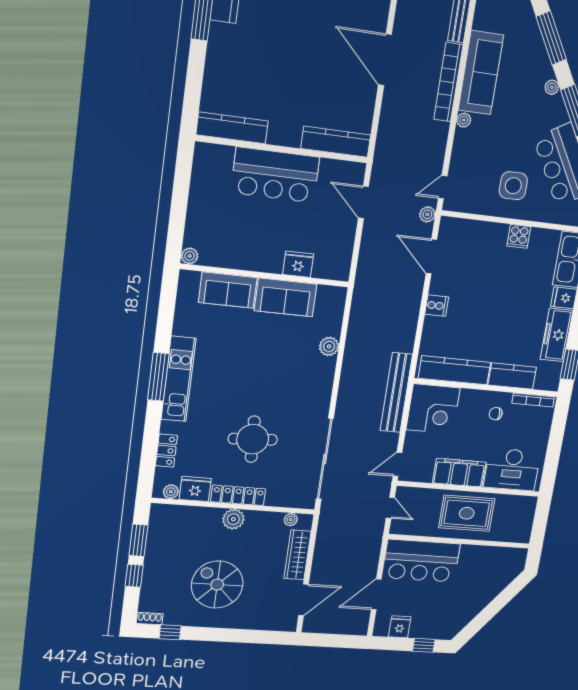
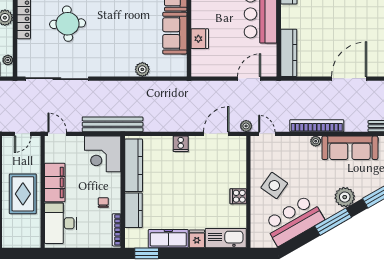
bookcase: (448, 82) -> (317, 126), moved
plant: (552, 87) -> (345, 197), width x1.87, depth x1.87
side table: (513, 186) -> (274, 186), turned 35

